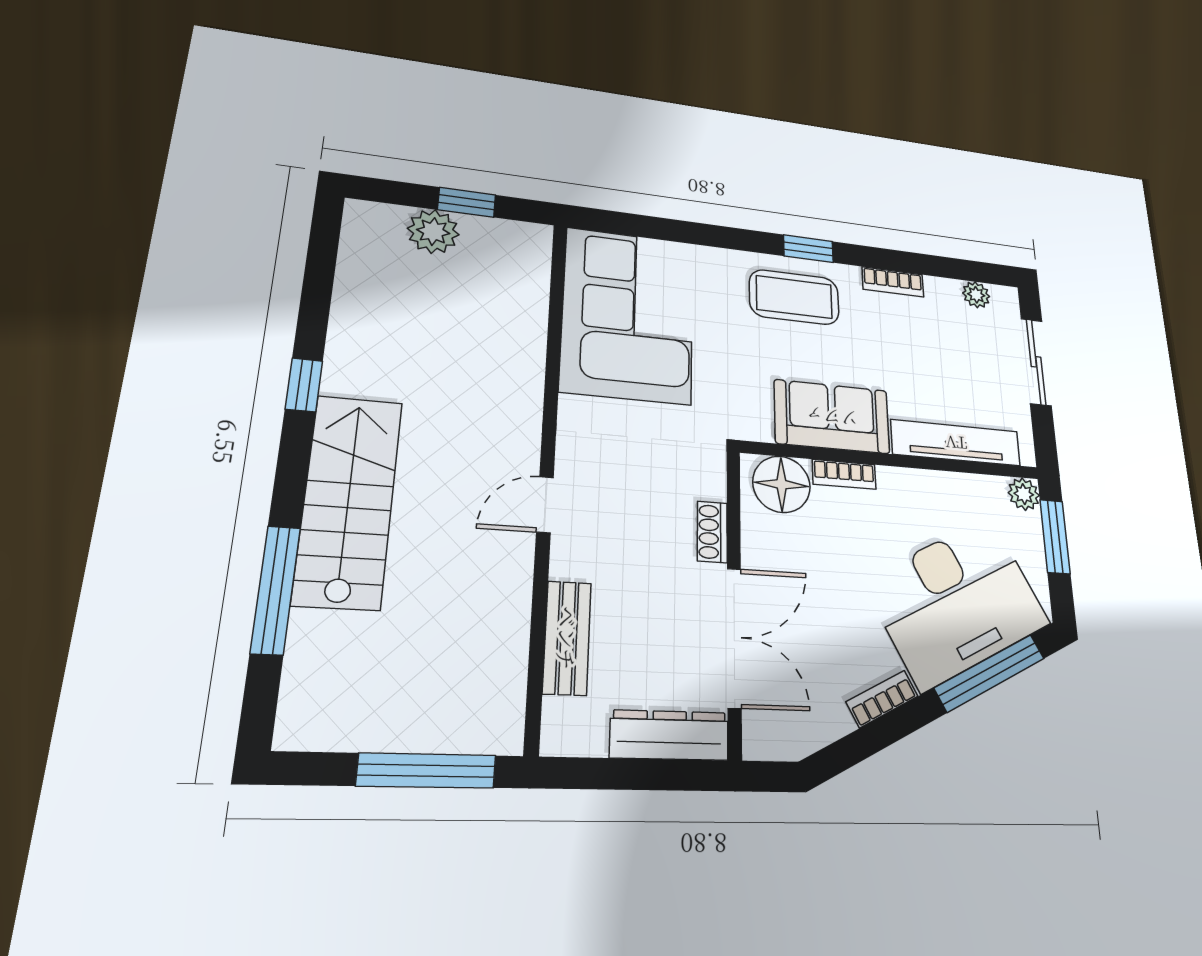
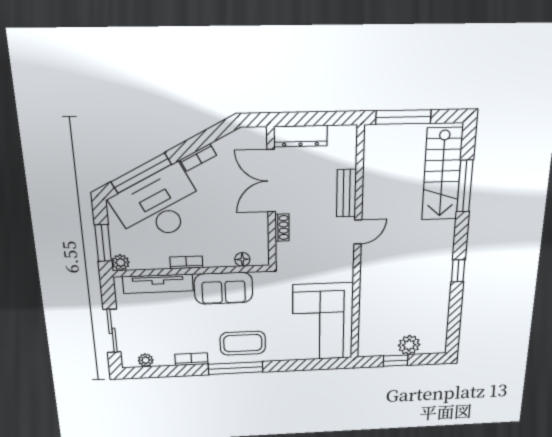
window: (808, 249) -> (236, 368), width x2.17
bookcase: (844, 474) -> (186, 262), moved
floor lamp: (781, 484) -> (242, 259), width x0.53, depth x0.53
stairs: (348, 501) -> (442, 174), moved
bench: (567, 638) -> (346, 193), moved

